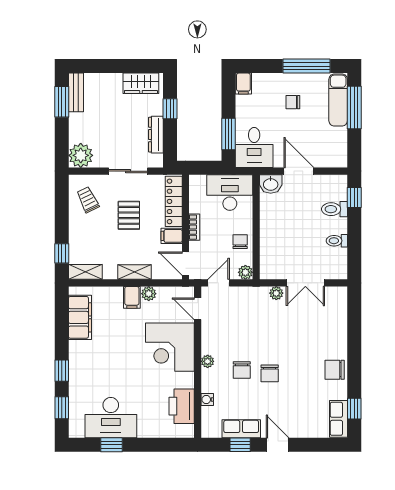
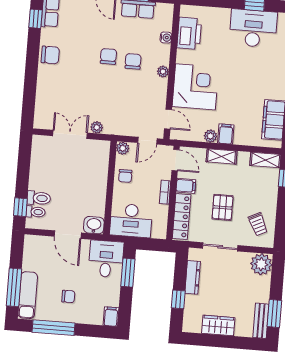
wardrobe: (141, 83) -> (218, 325), moved
toilet: (337, 241) -> (36, 212), moved

